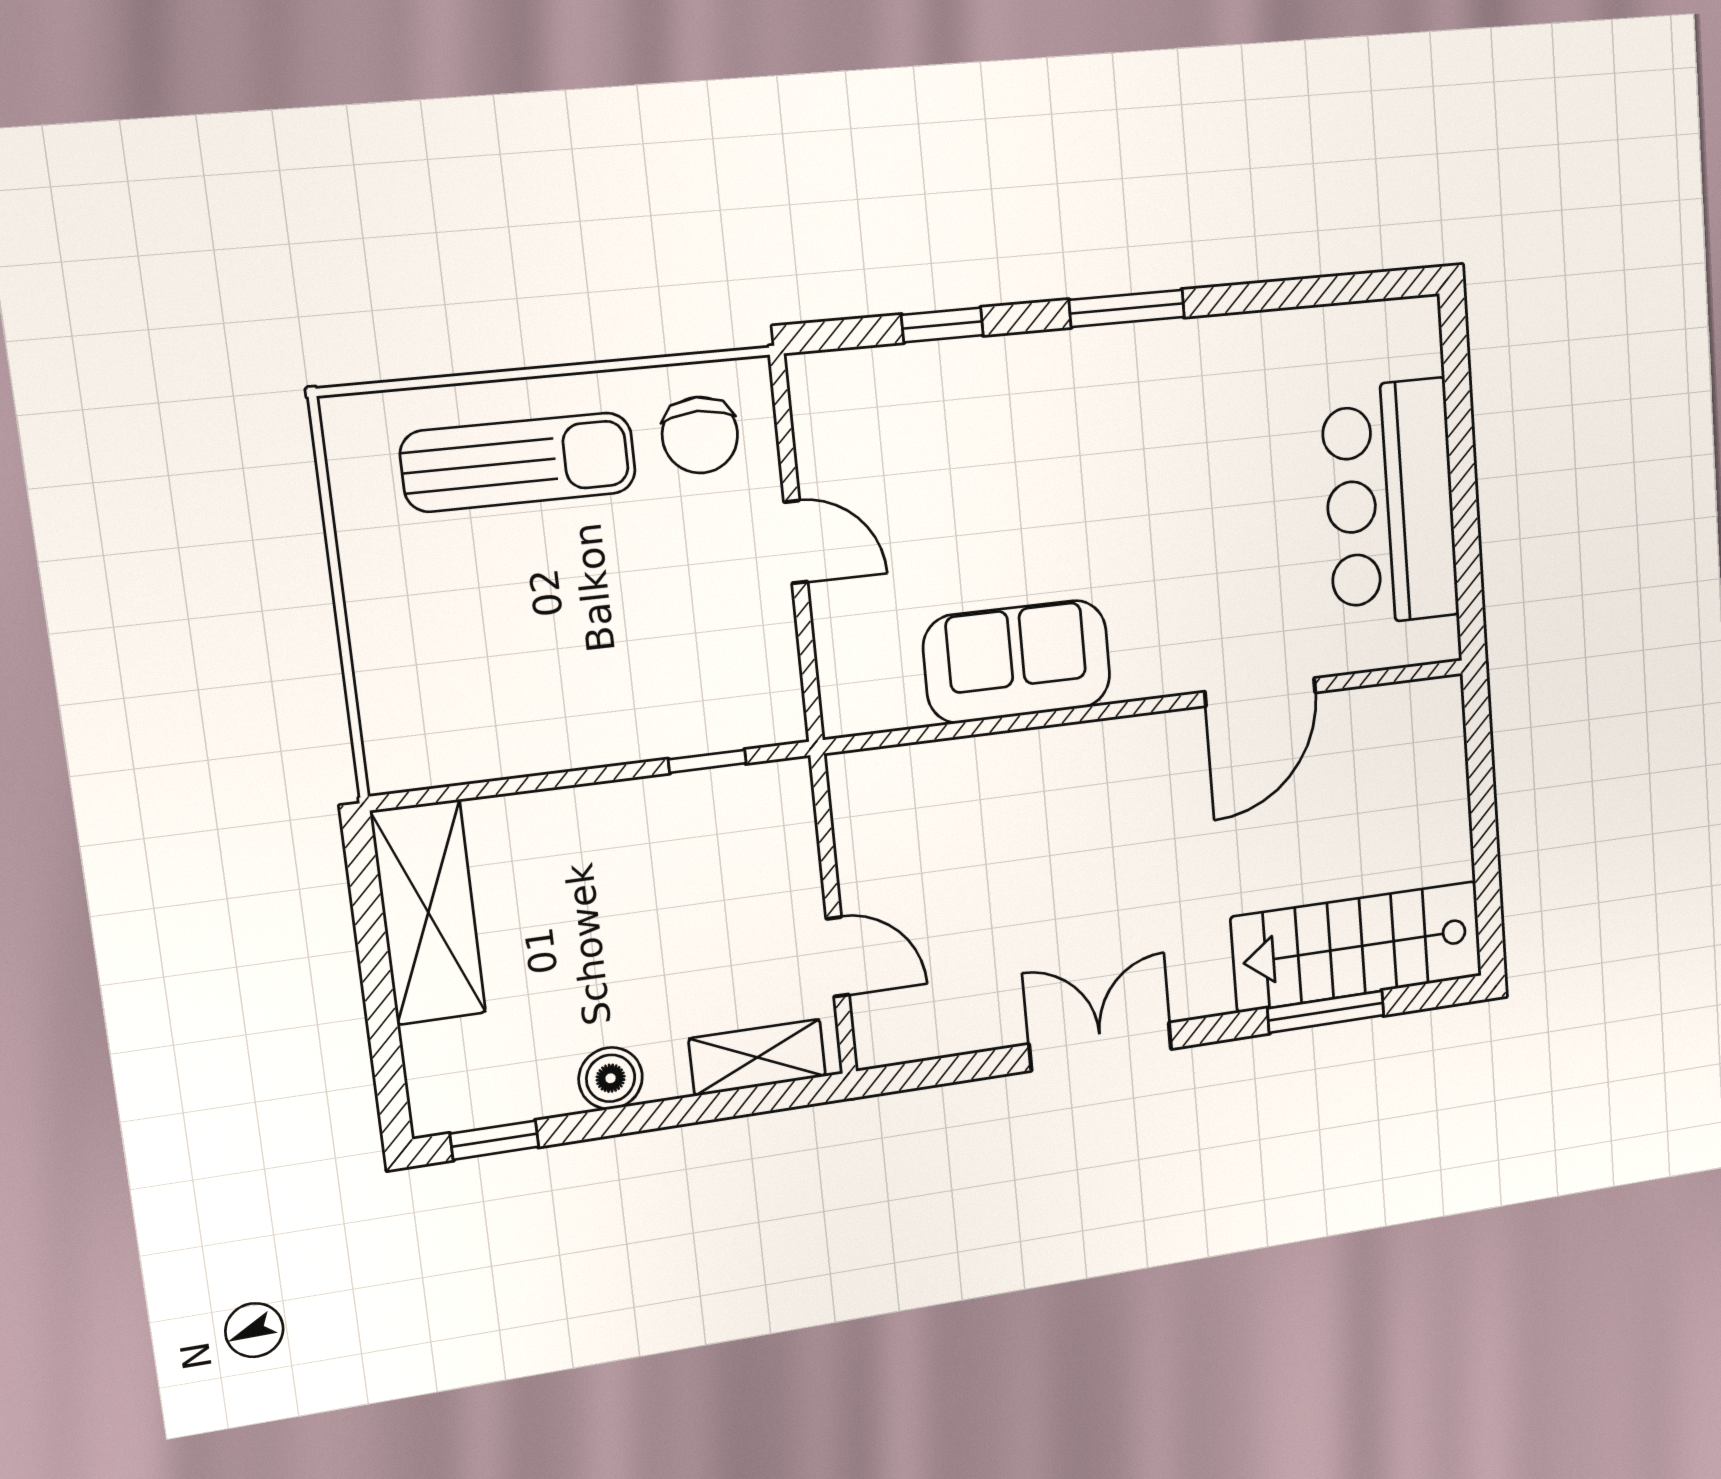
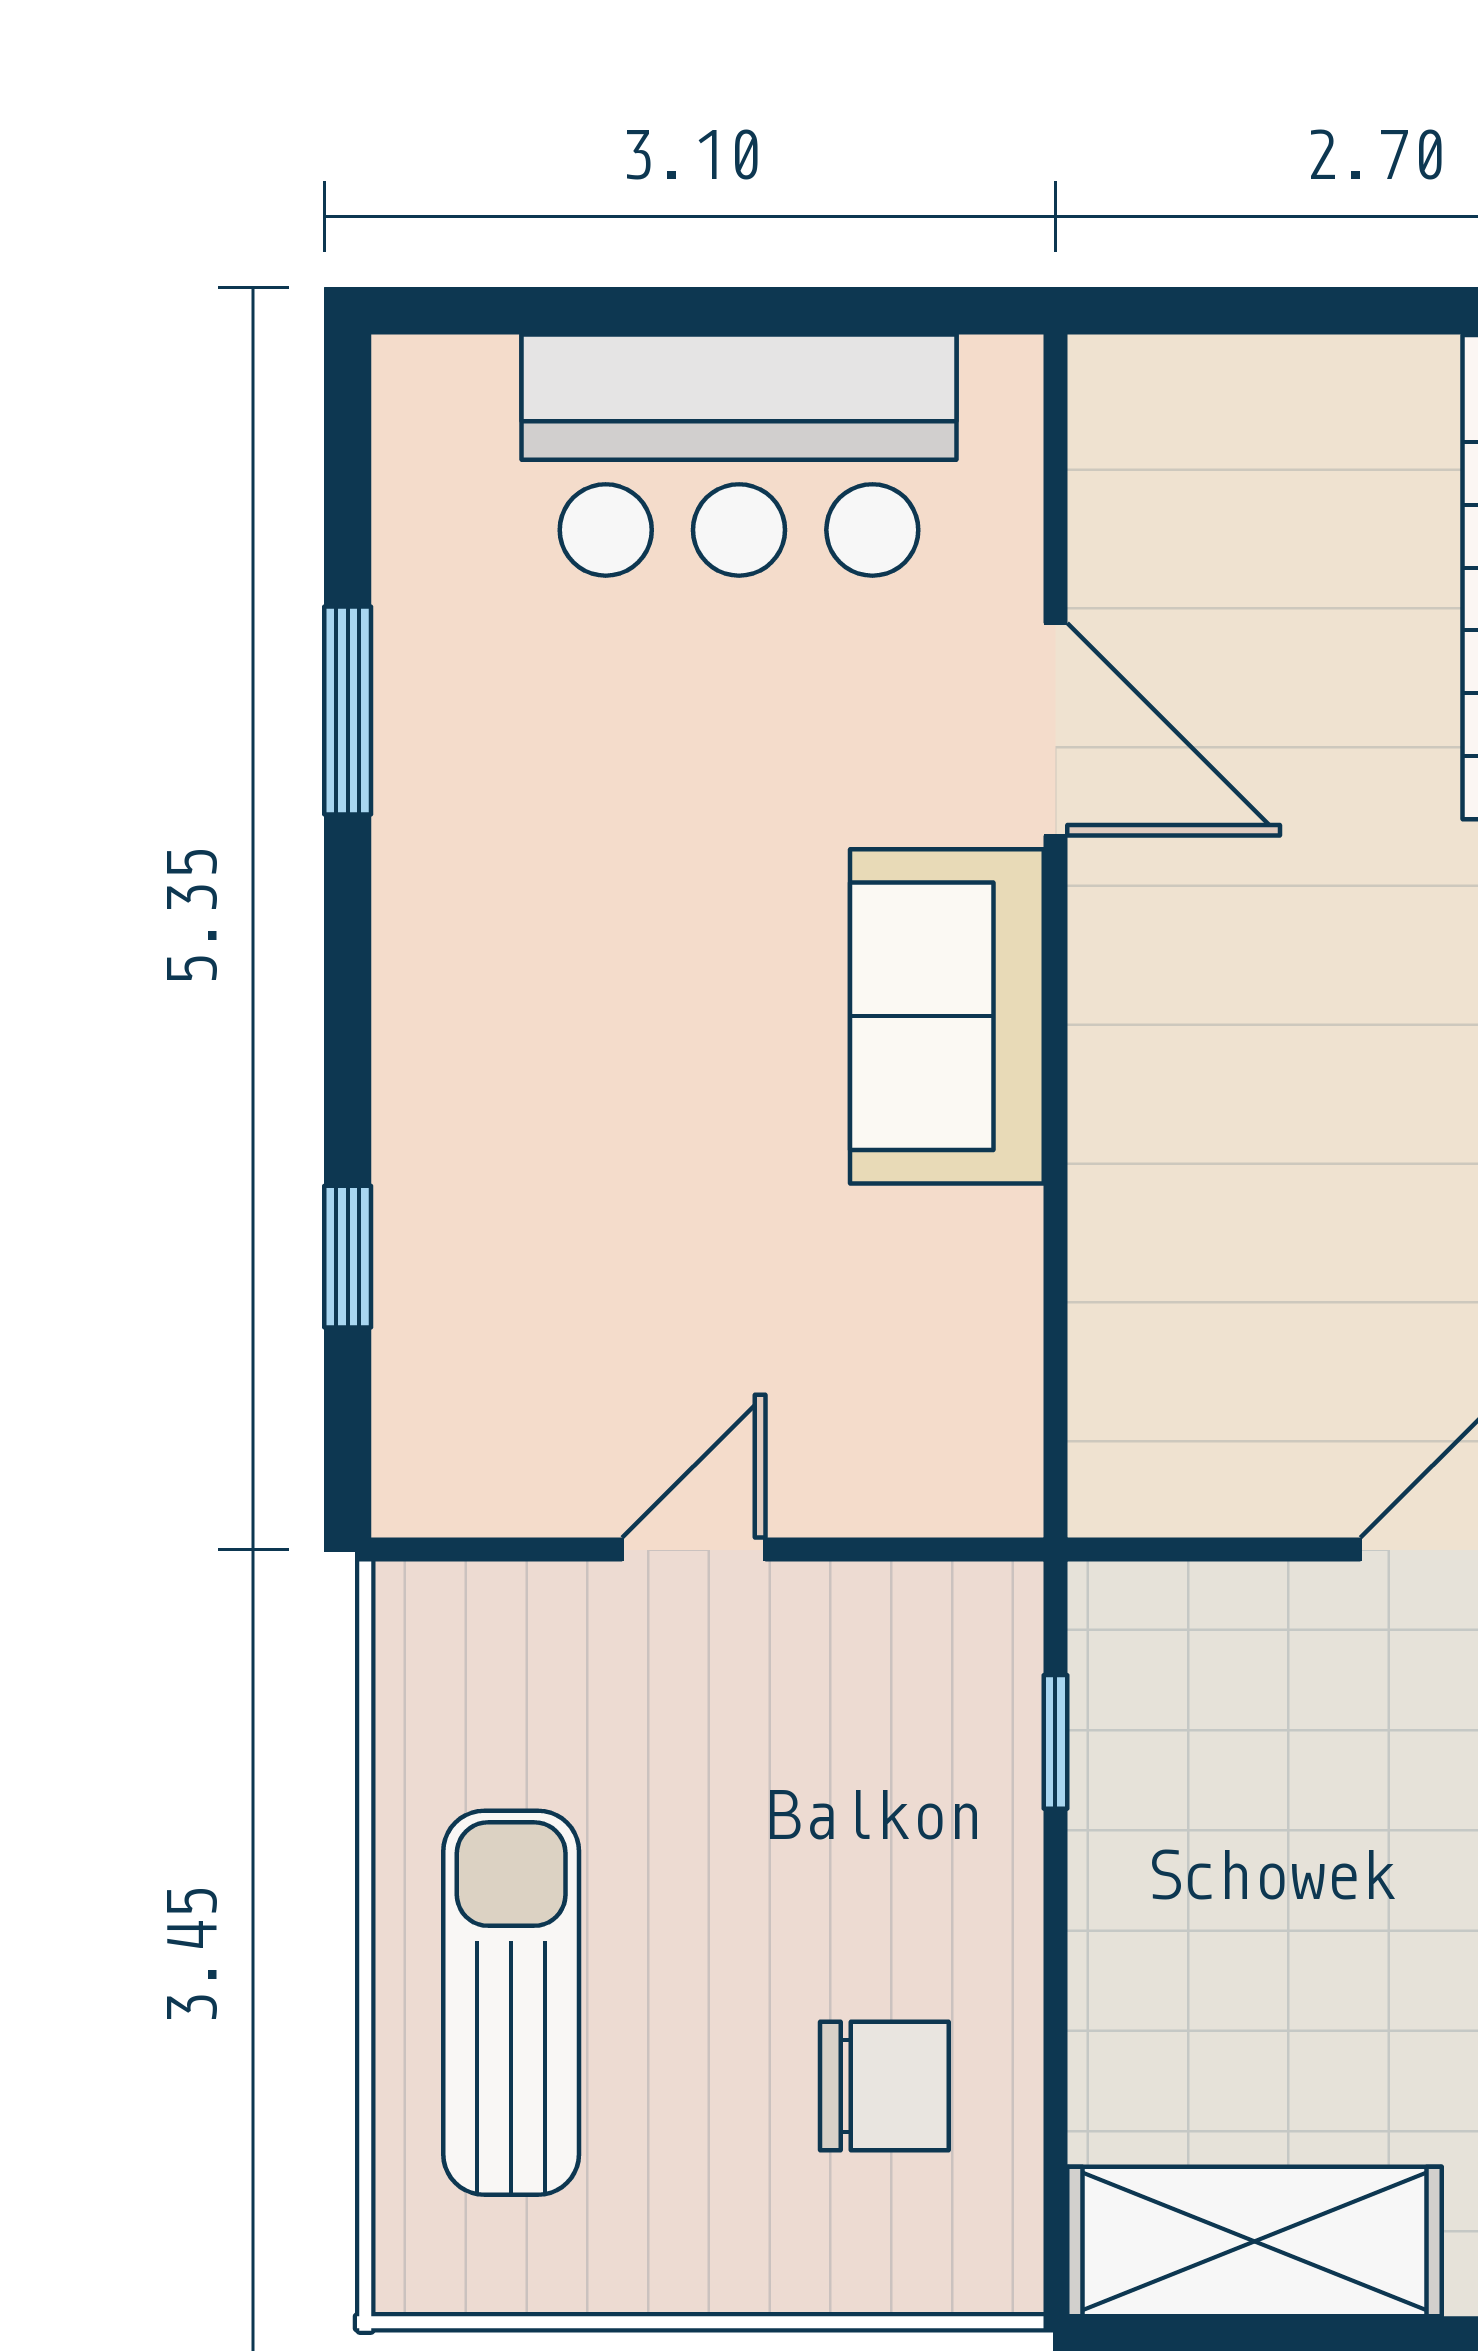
window: (1127, 308) -> (348, 711), moved
chair: (700, 435) -> (884, 2086), moved
sofa: (1017, 662) -> (947, 1016), moved

